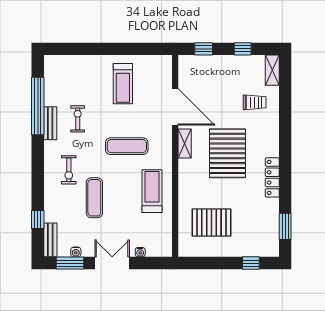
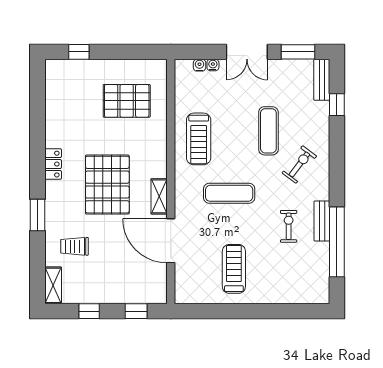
exercise bike: (78, 119) -> (289, 226), turned 180
exercise bike: (69, 170) -> (299, 164), turned 37
locker: (272, 177) -> (53, 164), width x0.66
window: (285, 226) -> (38, 215), moved
water cooler: (76, 252) -> (200, 65), moved

